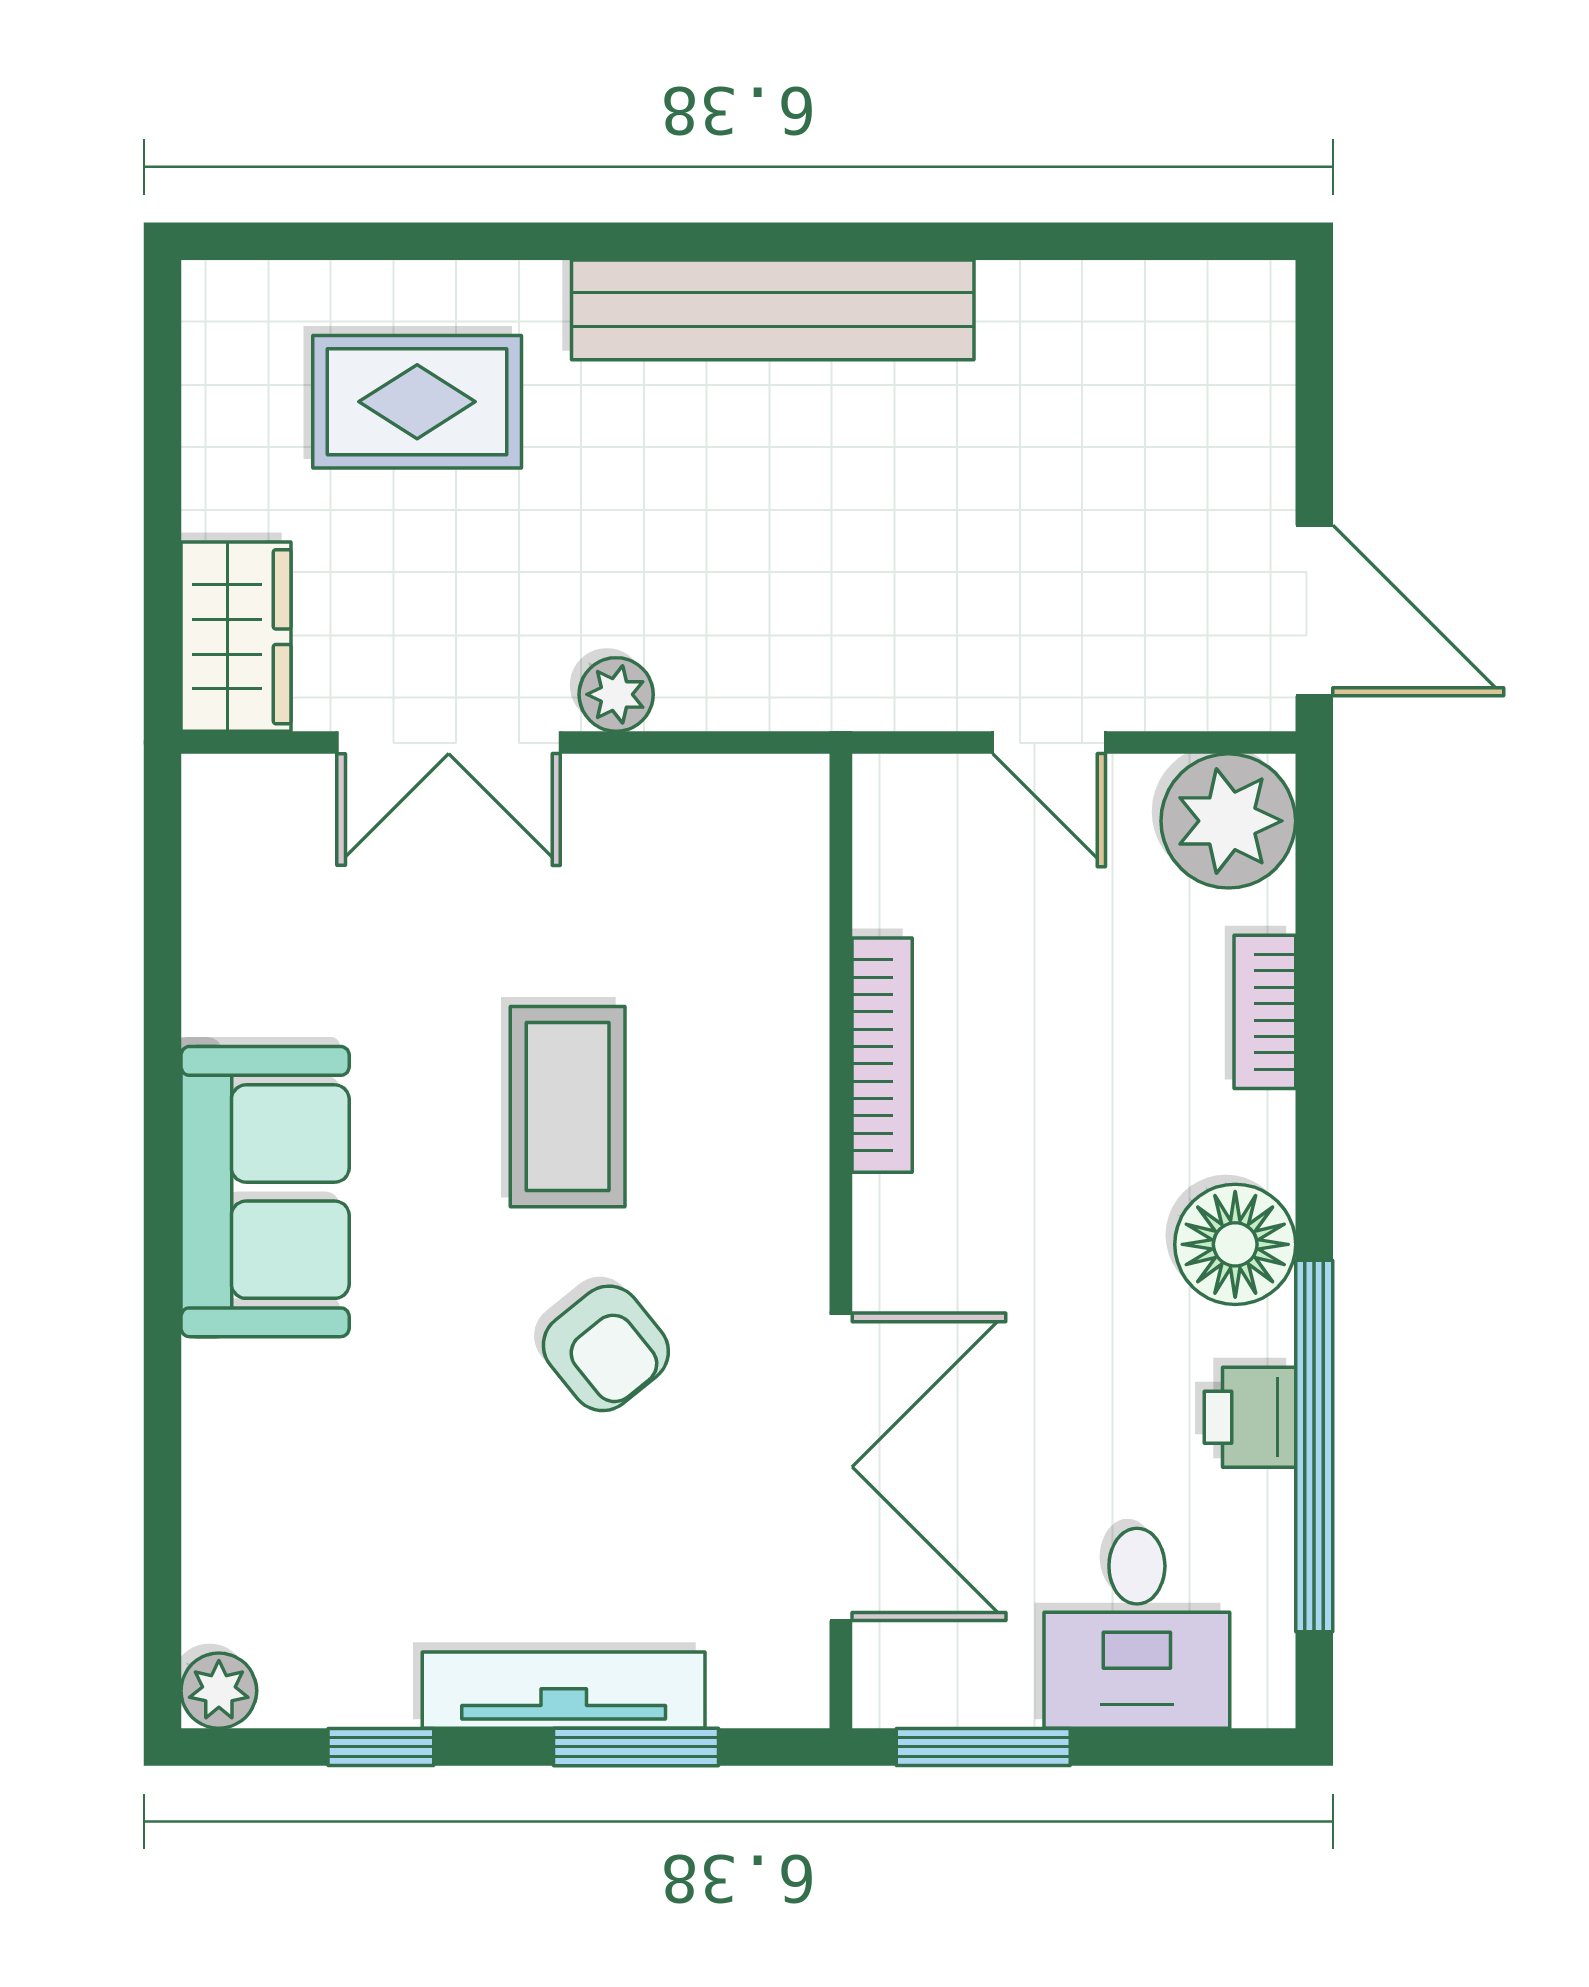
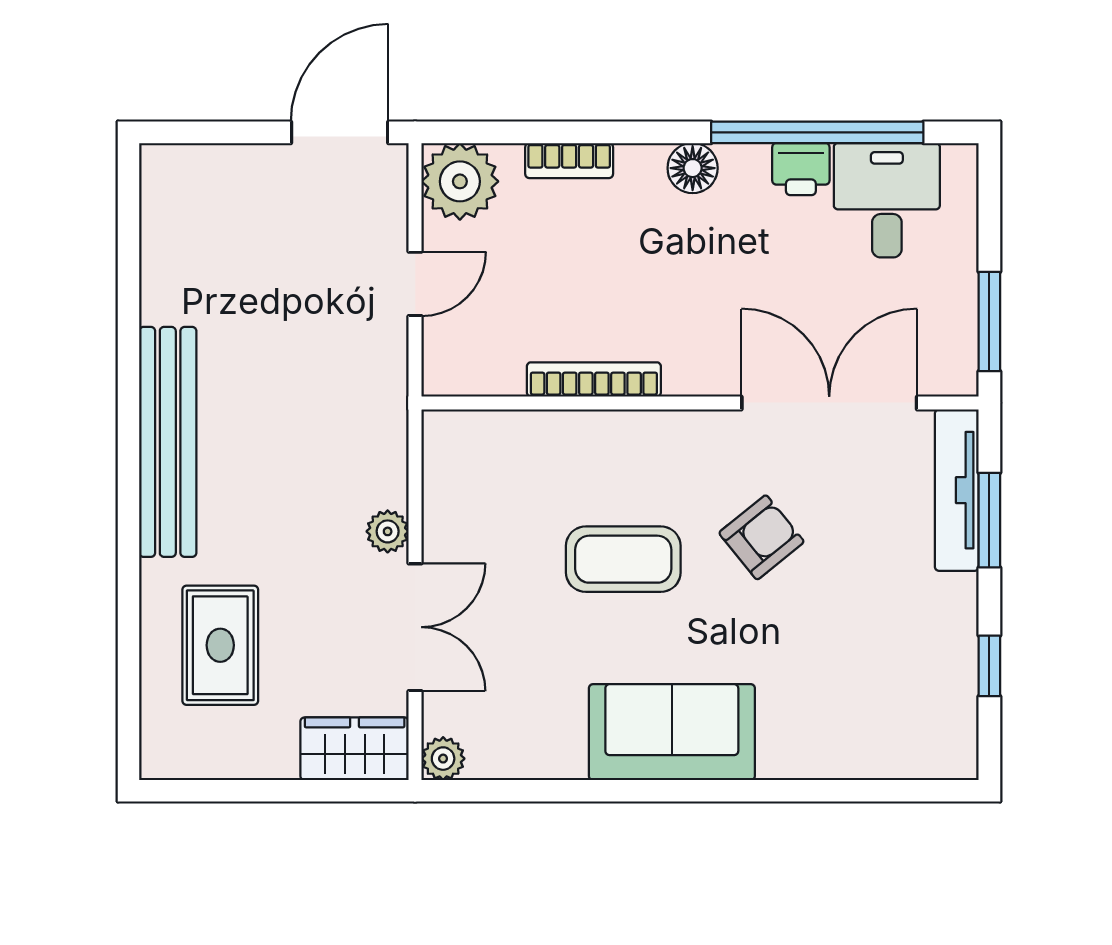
floor lamp: (1235, 1244) -> (693, 168), width x0.73, depth x0.73
desk: (1137, 1628) -> (887, 200), moved, turned -90
tv unit: (564, 1690) -> (957, 490), moved
plant: (219, 1691) -> (443, 759), moved

